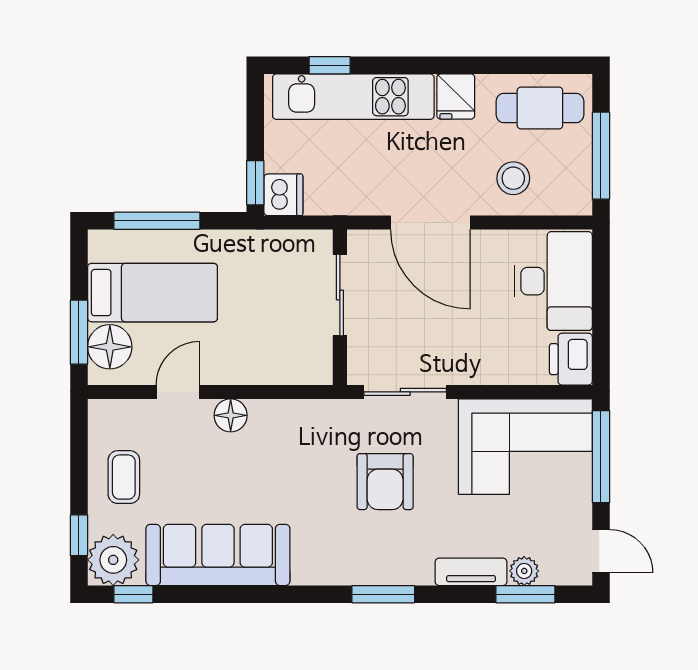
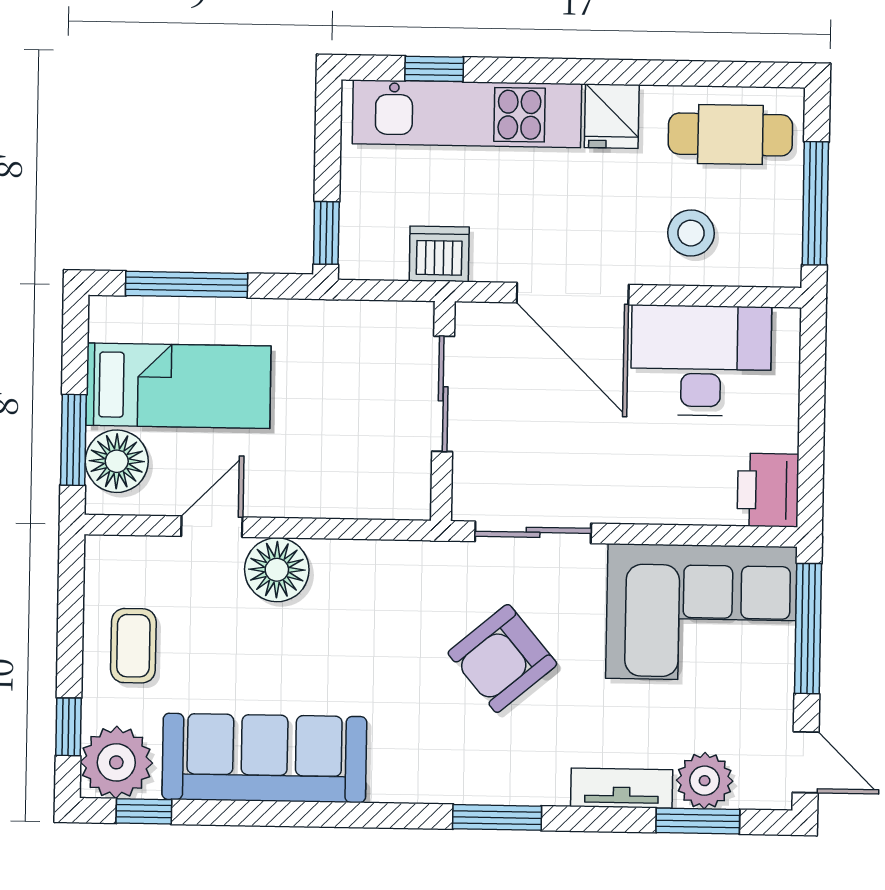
dishwasher: (283, 195) -> (439, 254), moved, turned -90
desk: (553, 281) -> (701, 360), moved, turned -90
floor lamp: (231, 415) -> (277, 570), width x1.38, depth x1.38
armchair: (385, 482) -> (502, 658), turned 50
plant: (524, 571) -> (705, 781), width x1.38, depth x1.38

